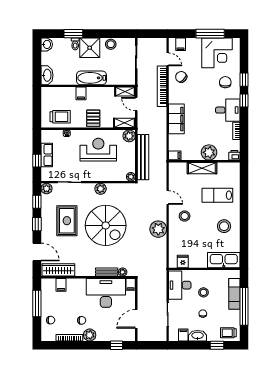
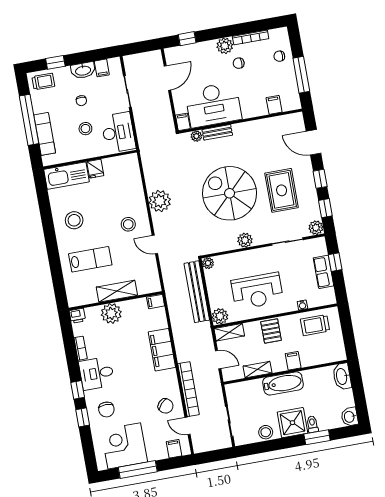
shelving: (125, 92) -> (257, 370), moved
fridge: (183, 262) -> (95, 169), moved
wardrobe: (58, 270) -> (281, 124), removed

